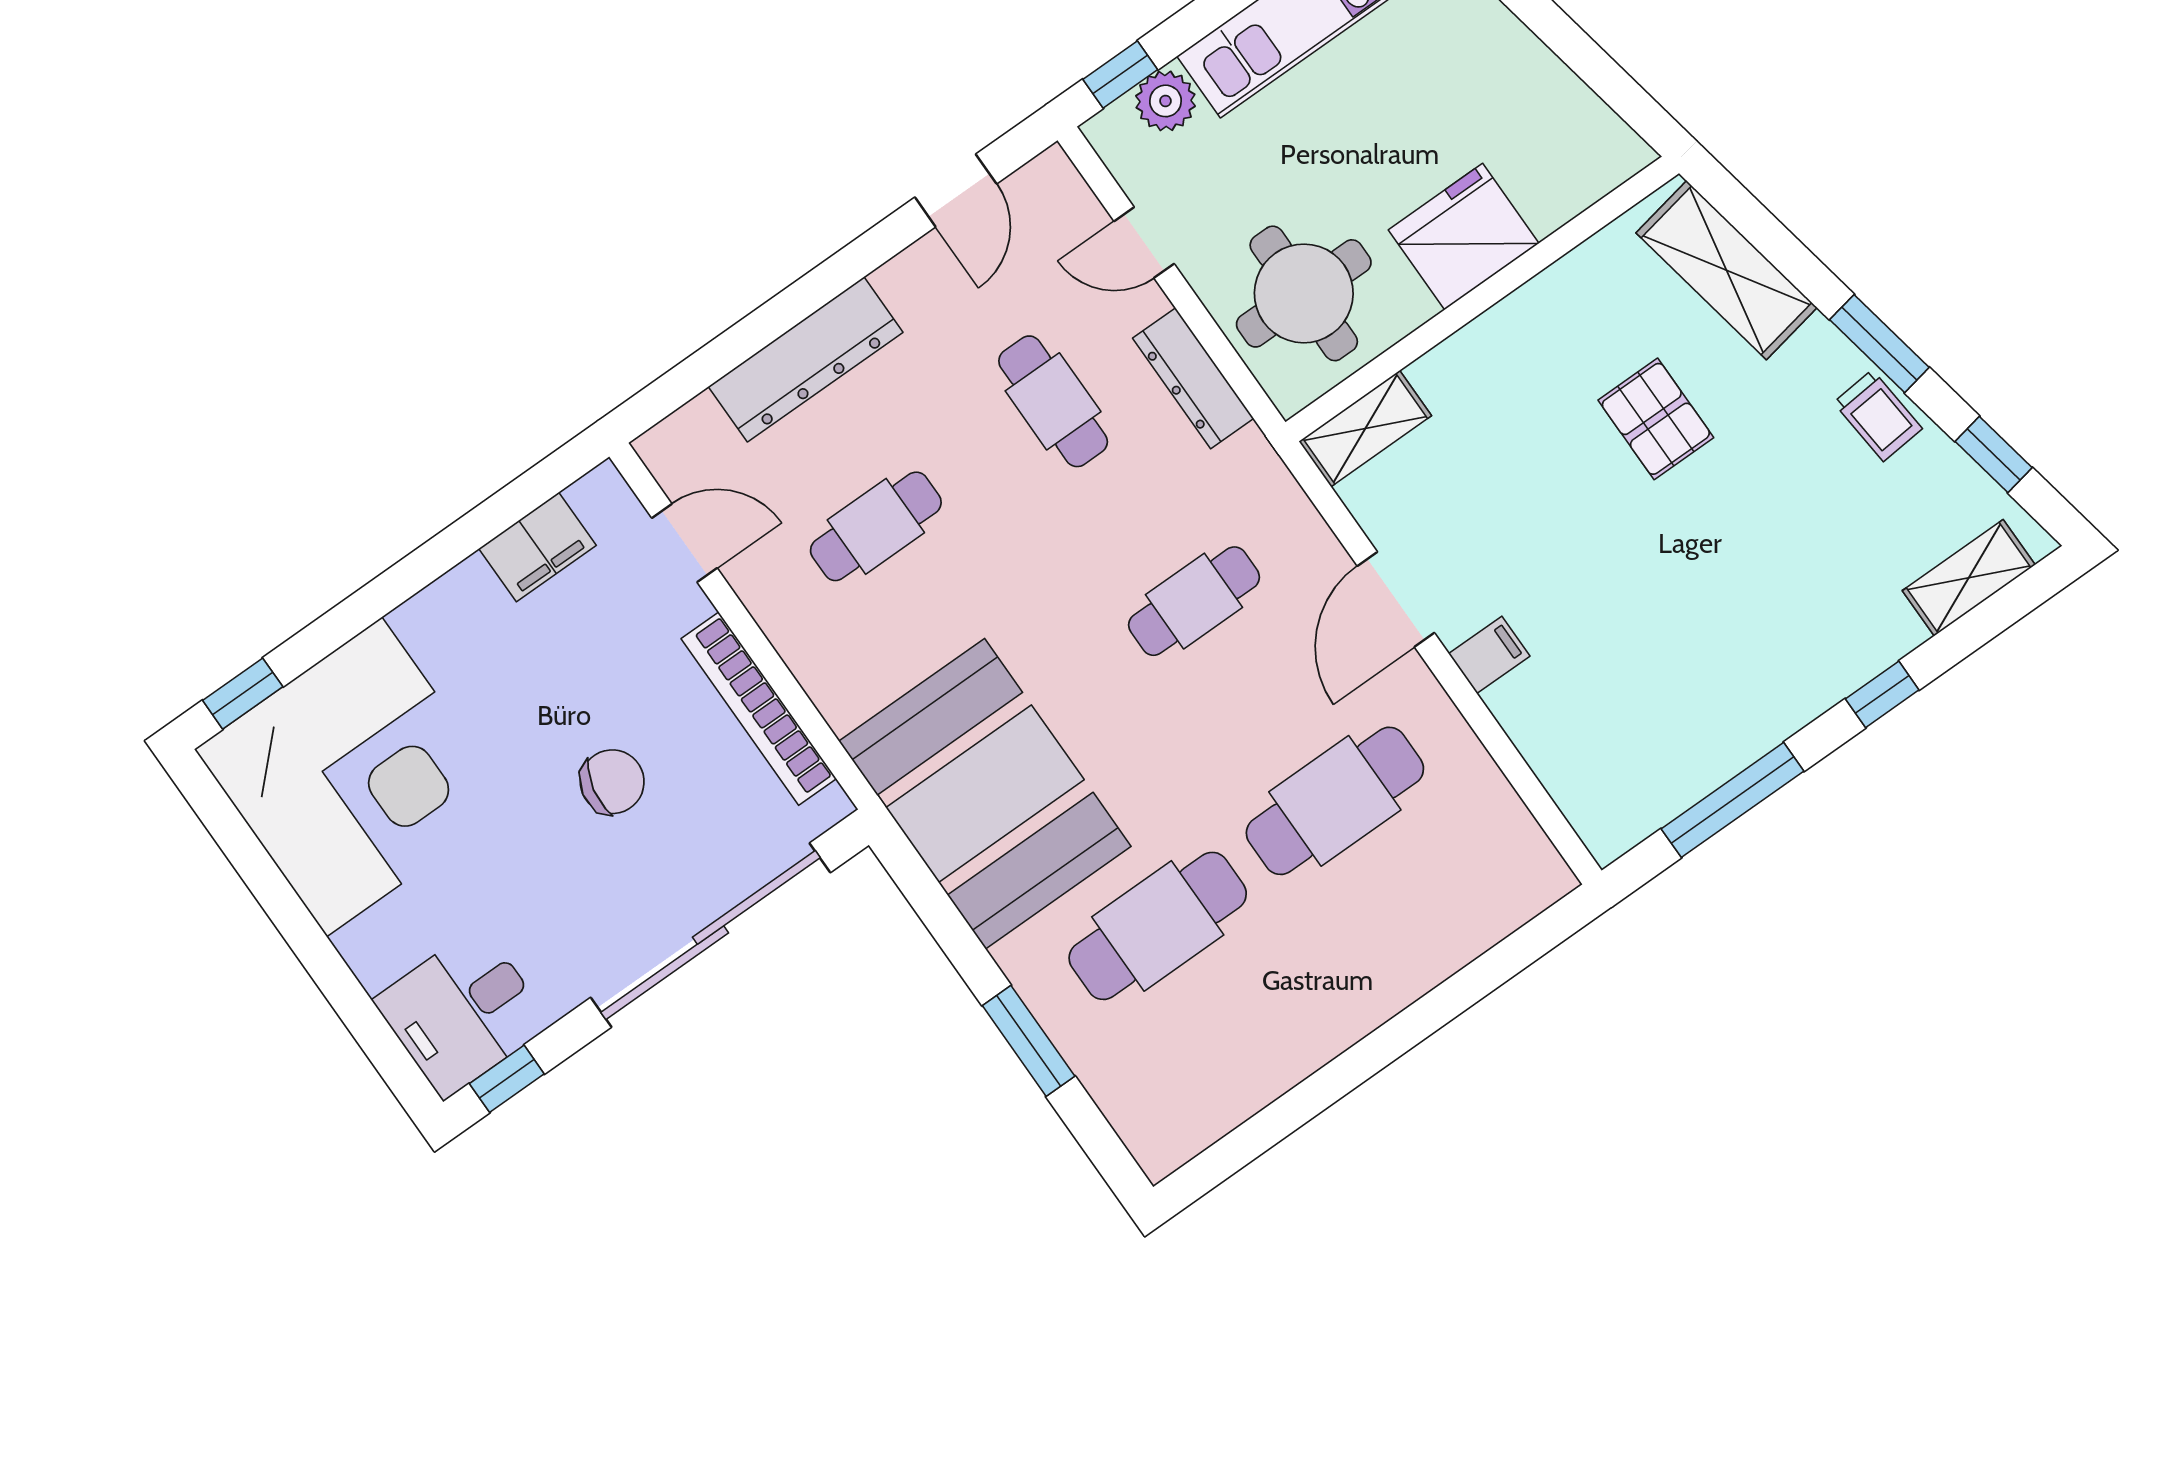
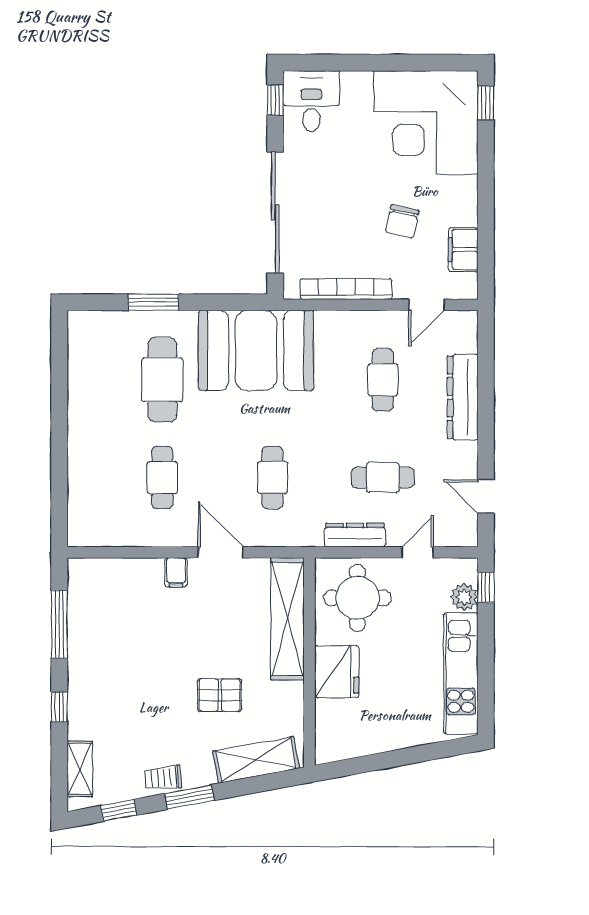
shelving: (1365, 429) -> (287, 619), width x2.20, depth x1.33
chair: (612, 782) -> (402, 221), moved
cafe table: (1335, 801) -> (162, 478), width x0.73, depth x0.74

